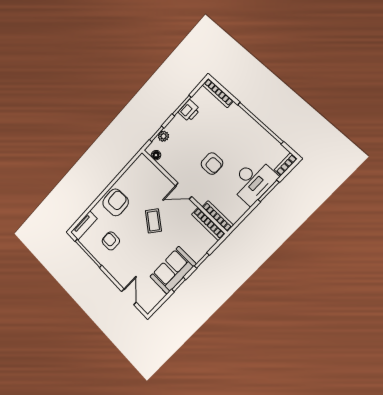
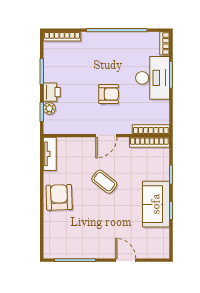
printer: (189, 111) -> (52, 92), moved
floor lamp: (156, 155) -> (57, 129), removed
tv unit: (84, 225) -> (50, 154), moved
armchair: (111, 241) -> (84, 232), removed
door: (129, 297) -> (126, 260), moved

